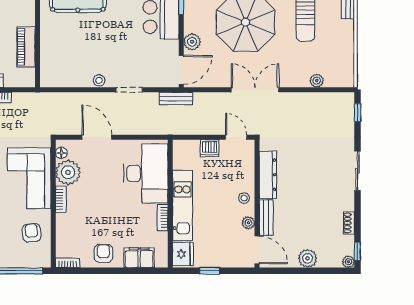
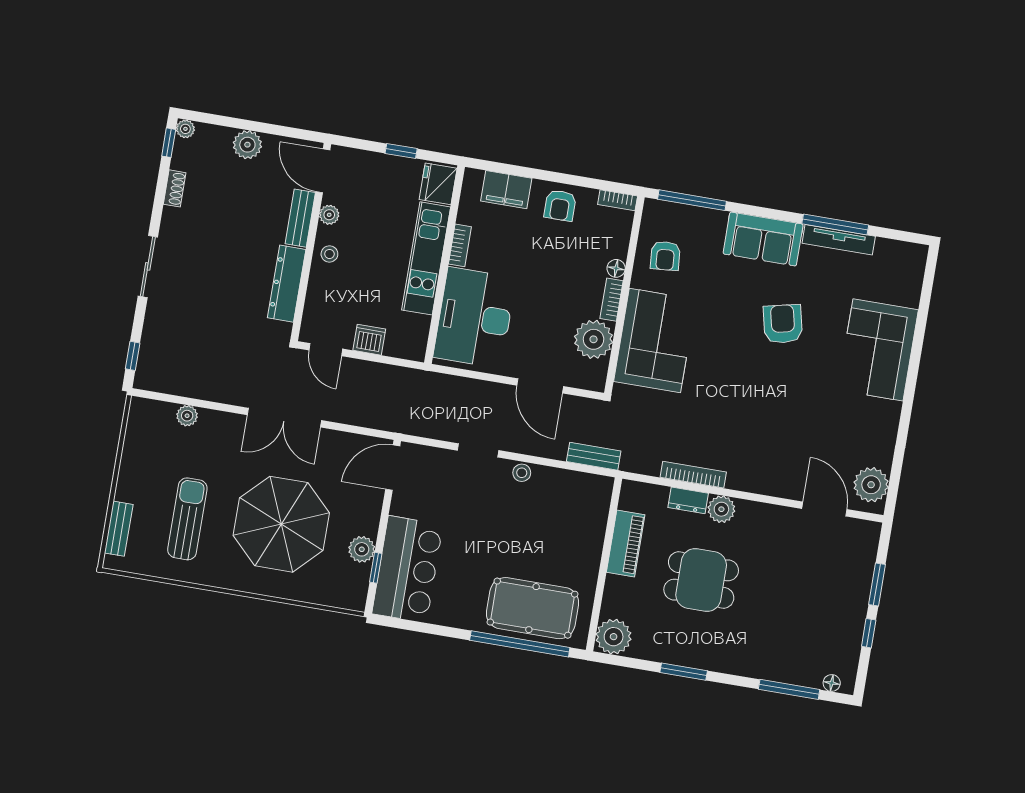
plant: (192, 42) -> (362, 549), moved
bench: (176, 99) -> (594, 456), moved
floor lamp: (61, 153) -> (616, 268), moved

